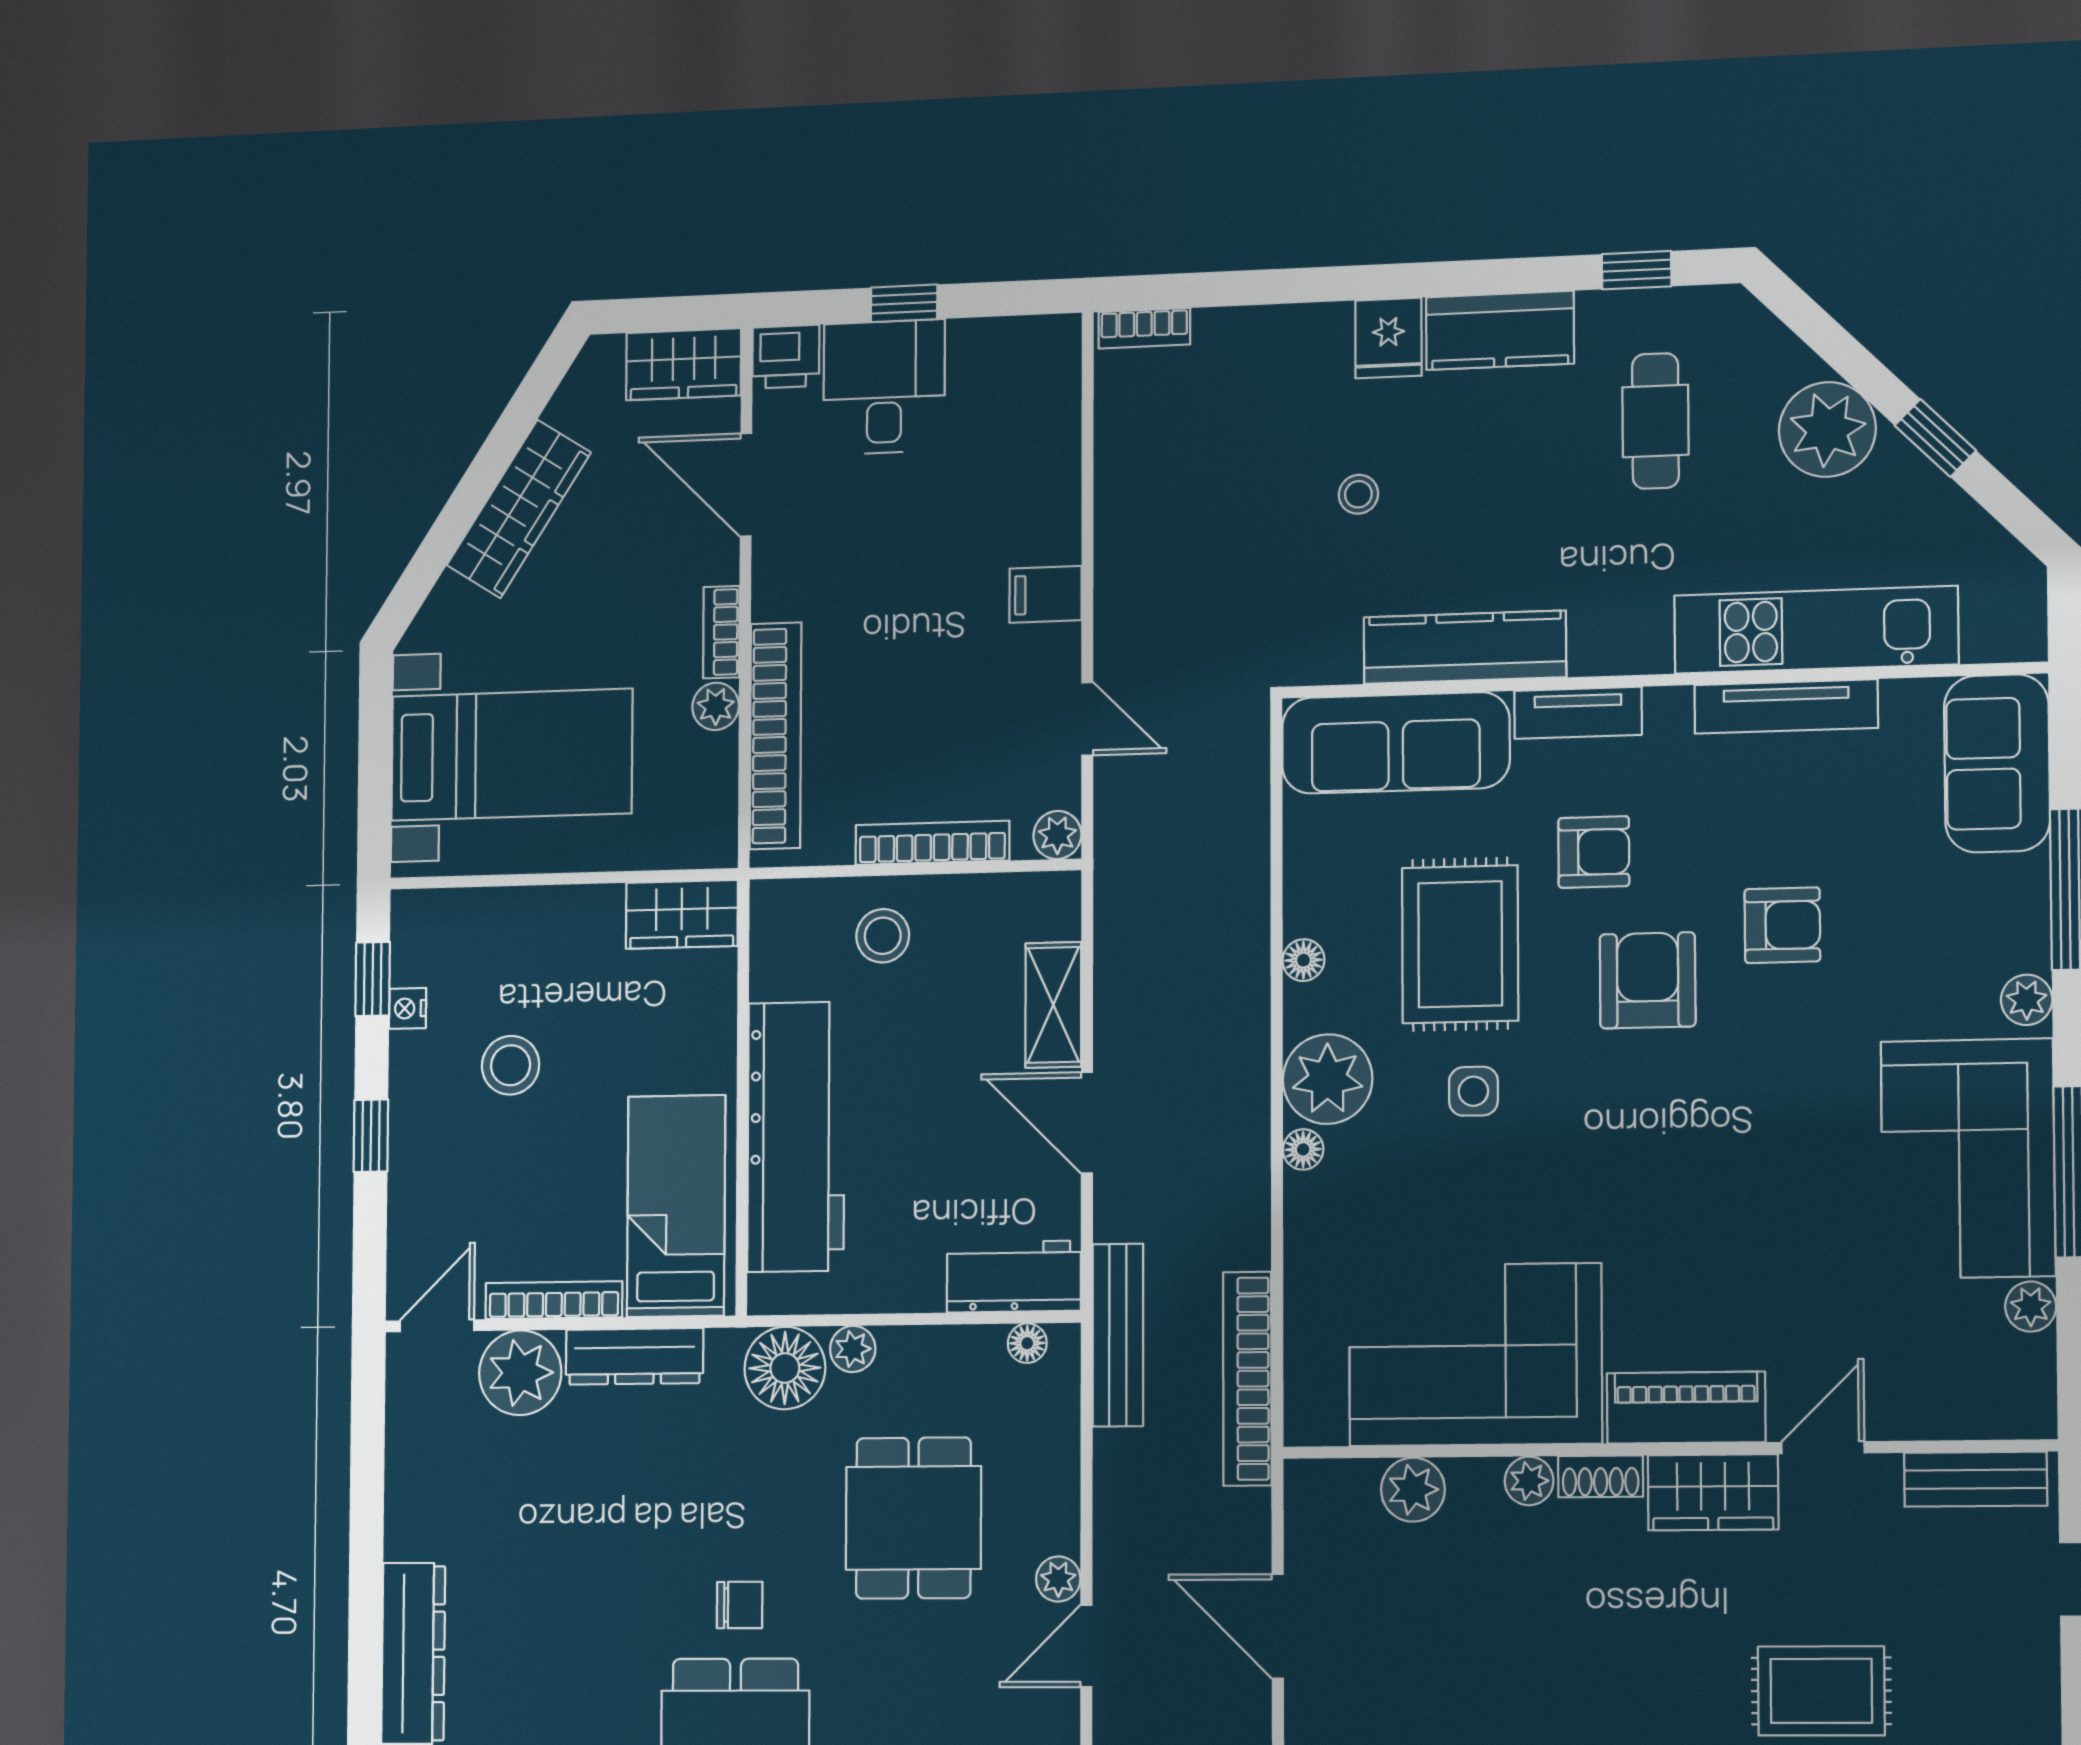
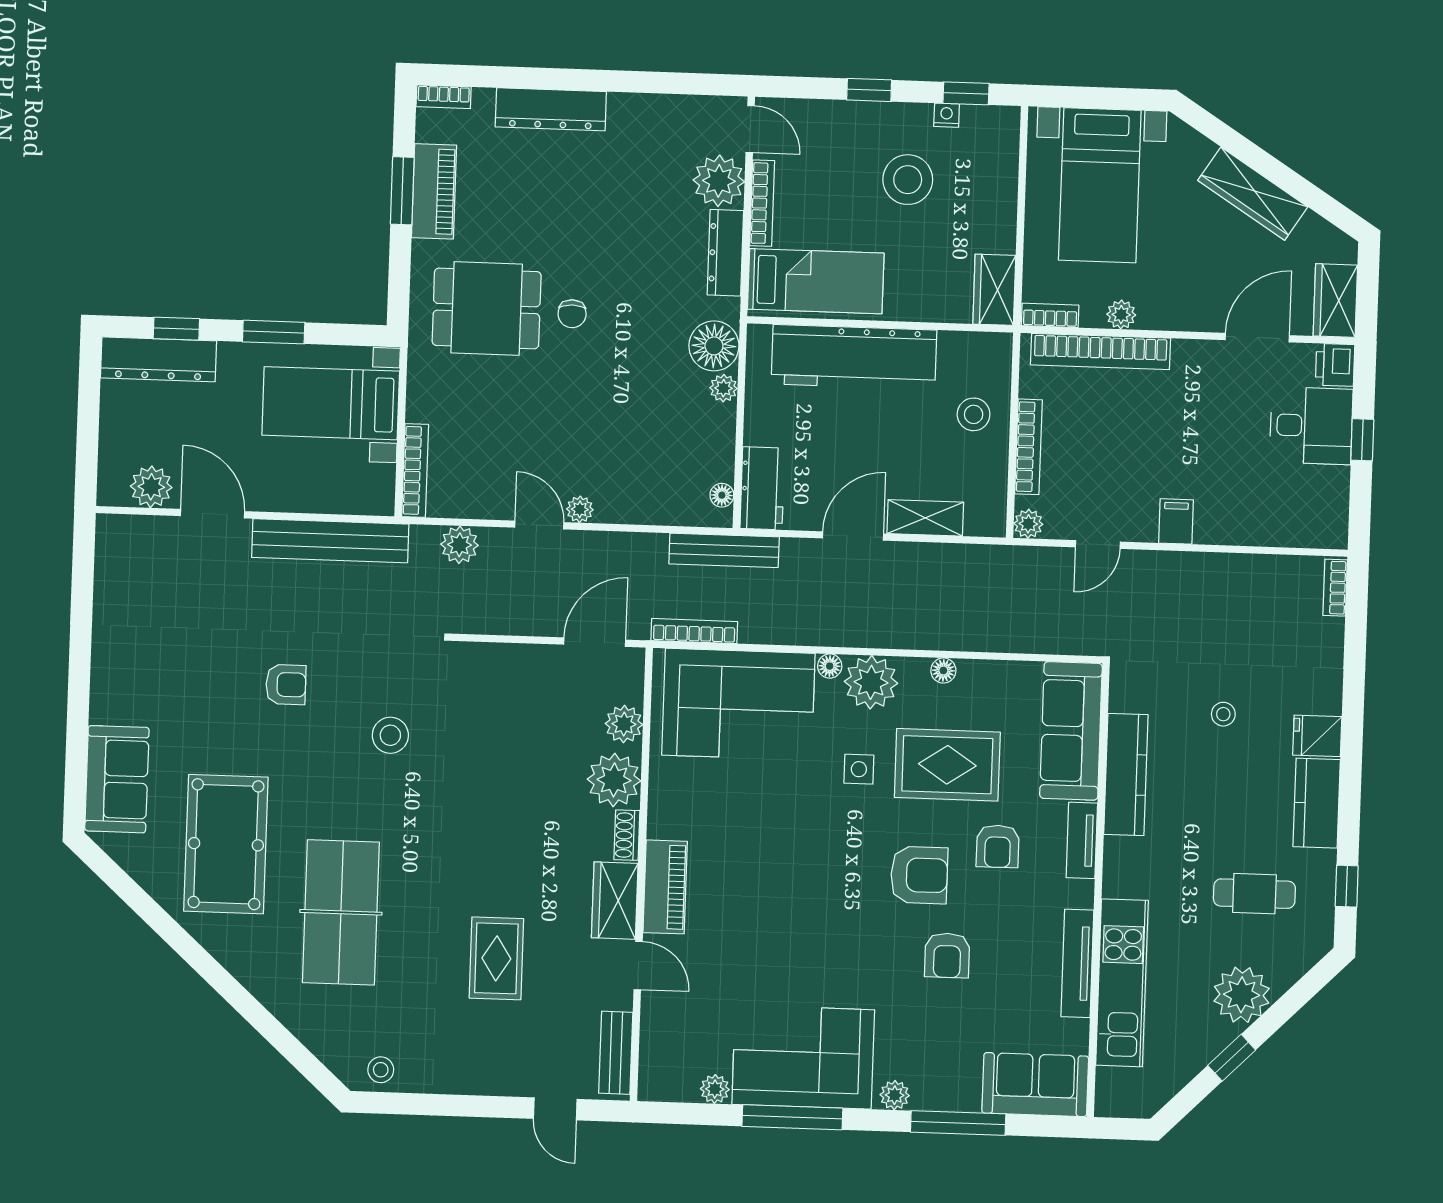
bookcase: (721, 632) -> (1050, 315), moved
stool: (511, 1065) -> (908, 180), width x1.38, depth x1.38
corner sofa: (1475, 1355) -> (738, 704), moved, turned 90
bookcase: (1247, 1379) -> (694, 631), width x0.68, depth x0.76
plant: (1529, 1481) -> (614, 780), width x1.88, depth x1.88
dining table: (913, 1518) -> (620, 422), removed
door: (1278, 1626) -> (595, 642), moved

